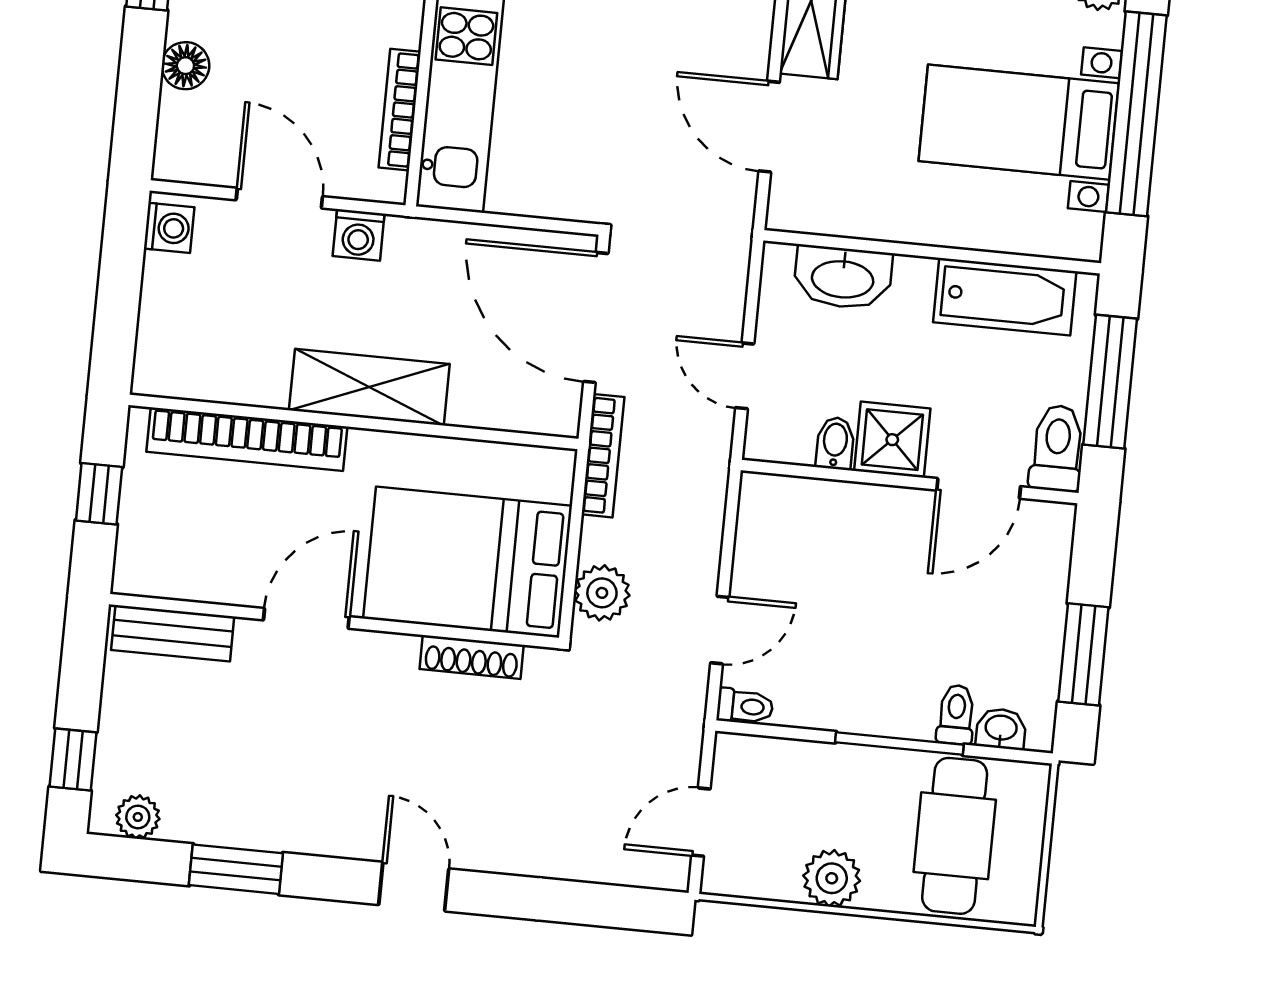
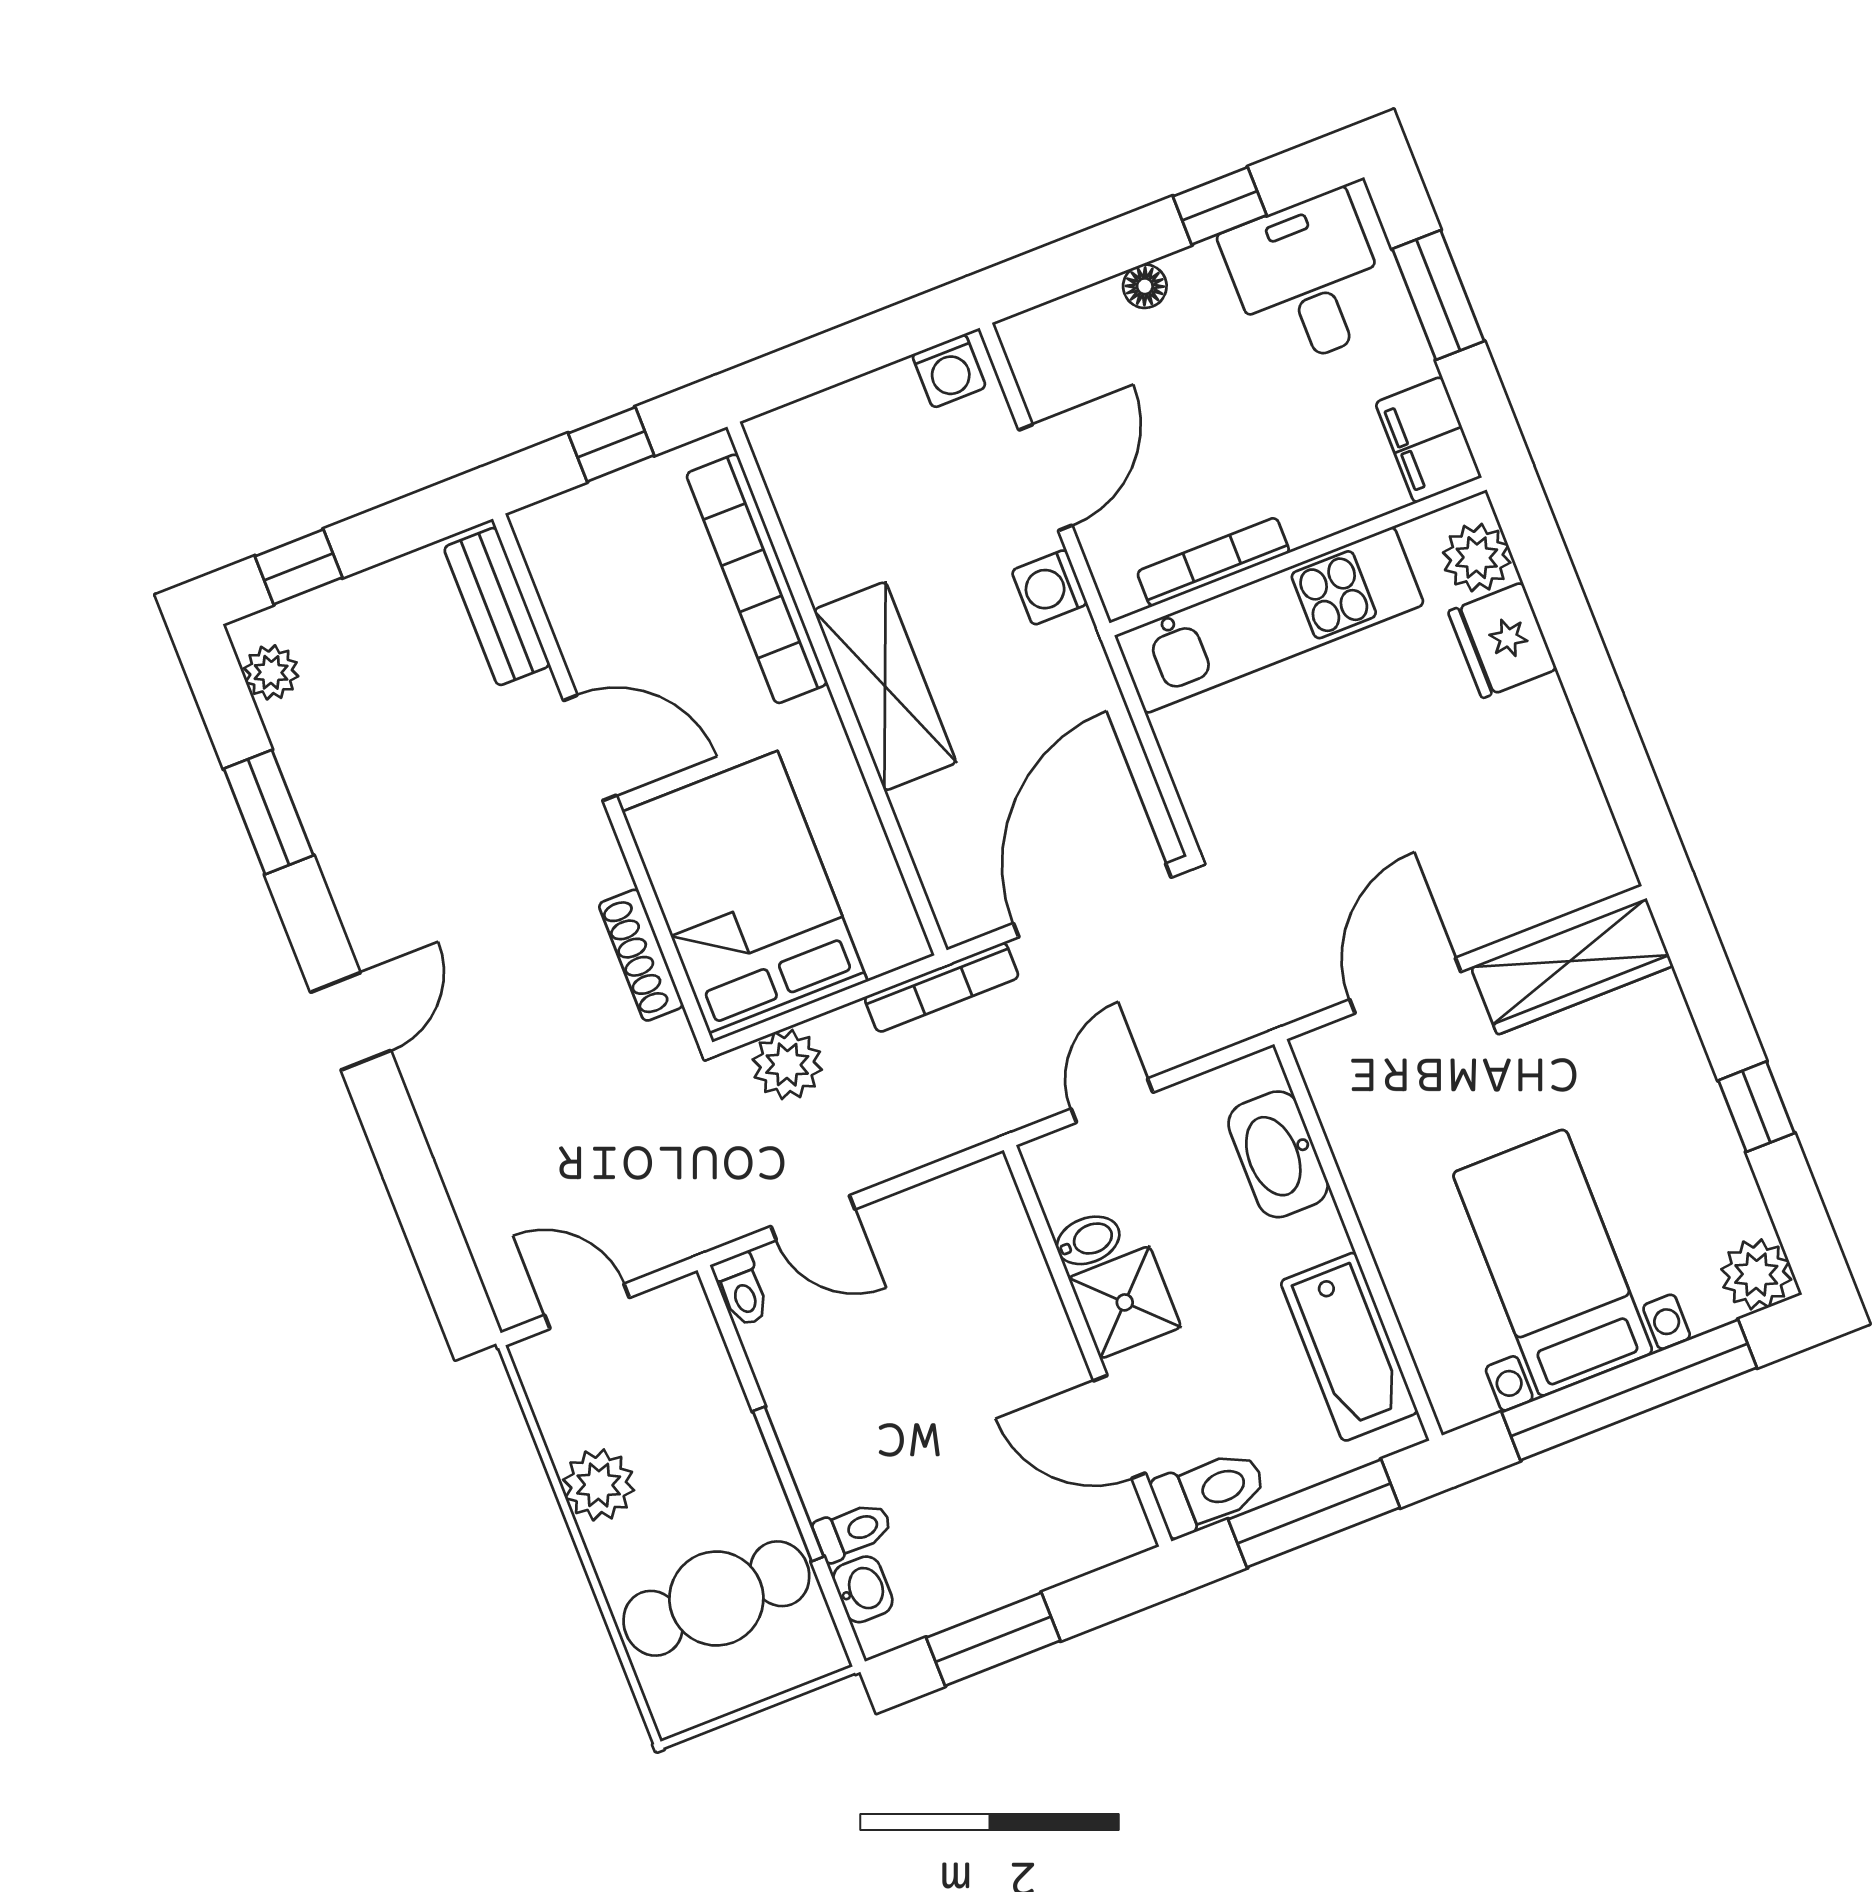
floor lamp: (185, 66) -> (1145, 286), width x0.73, depth x0.73

